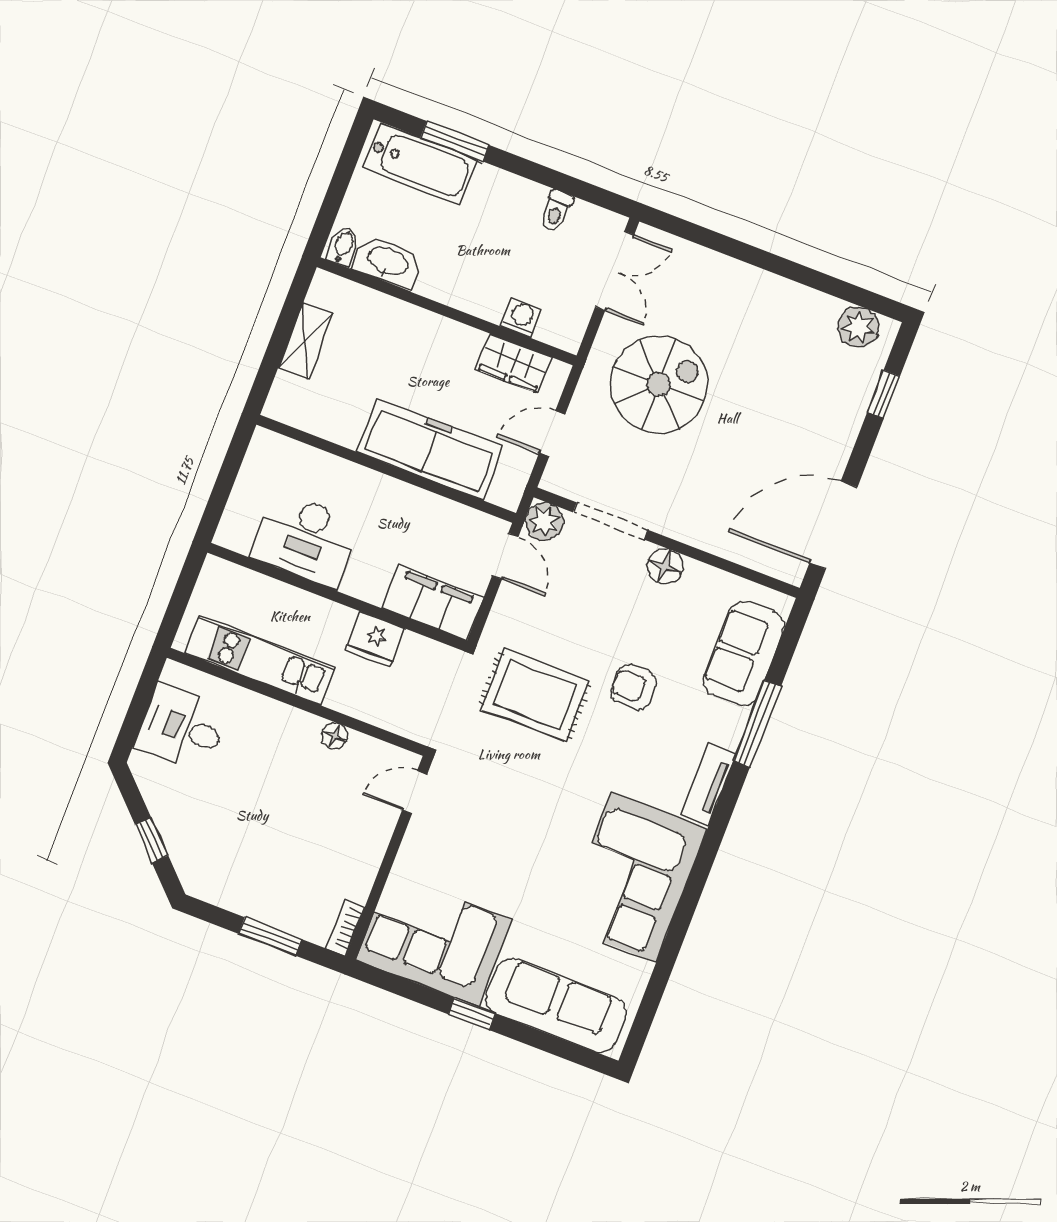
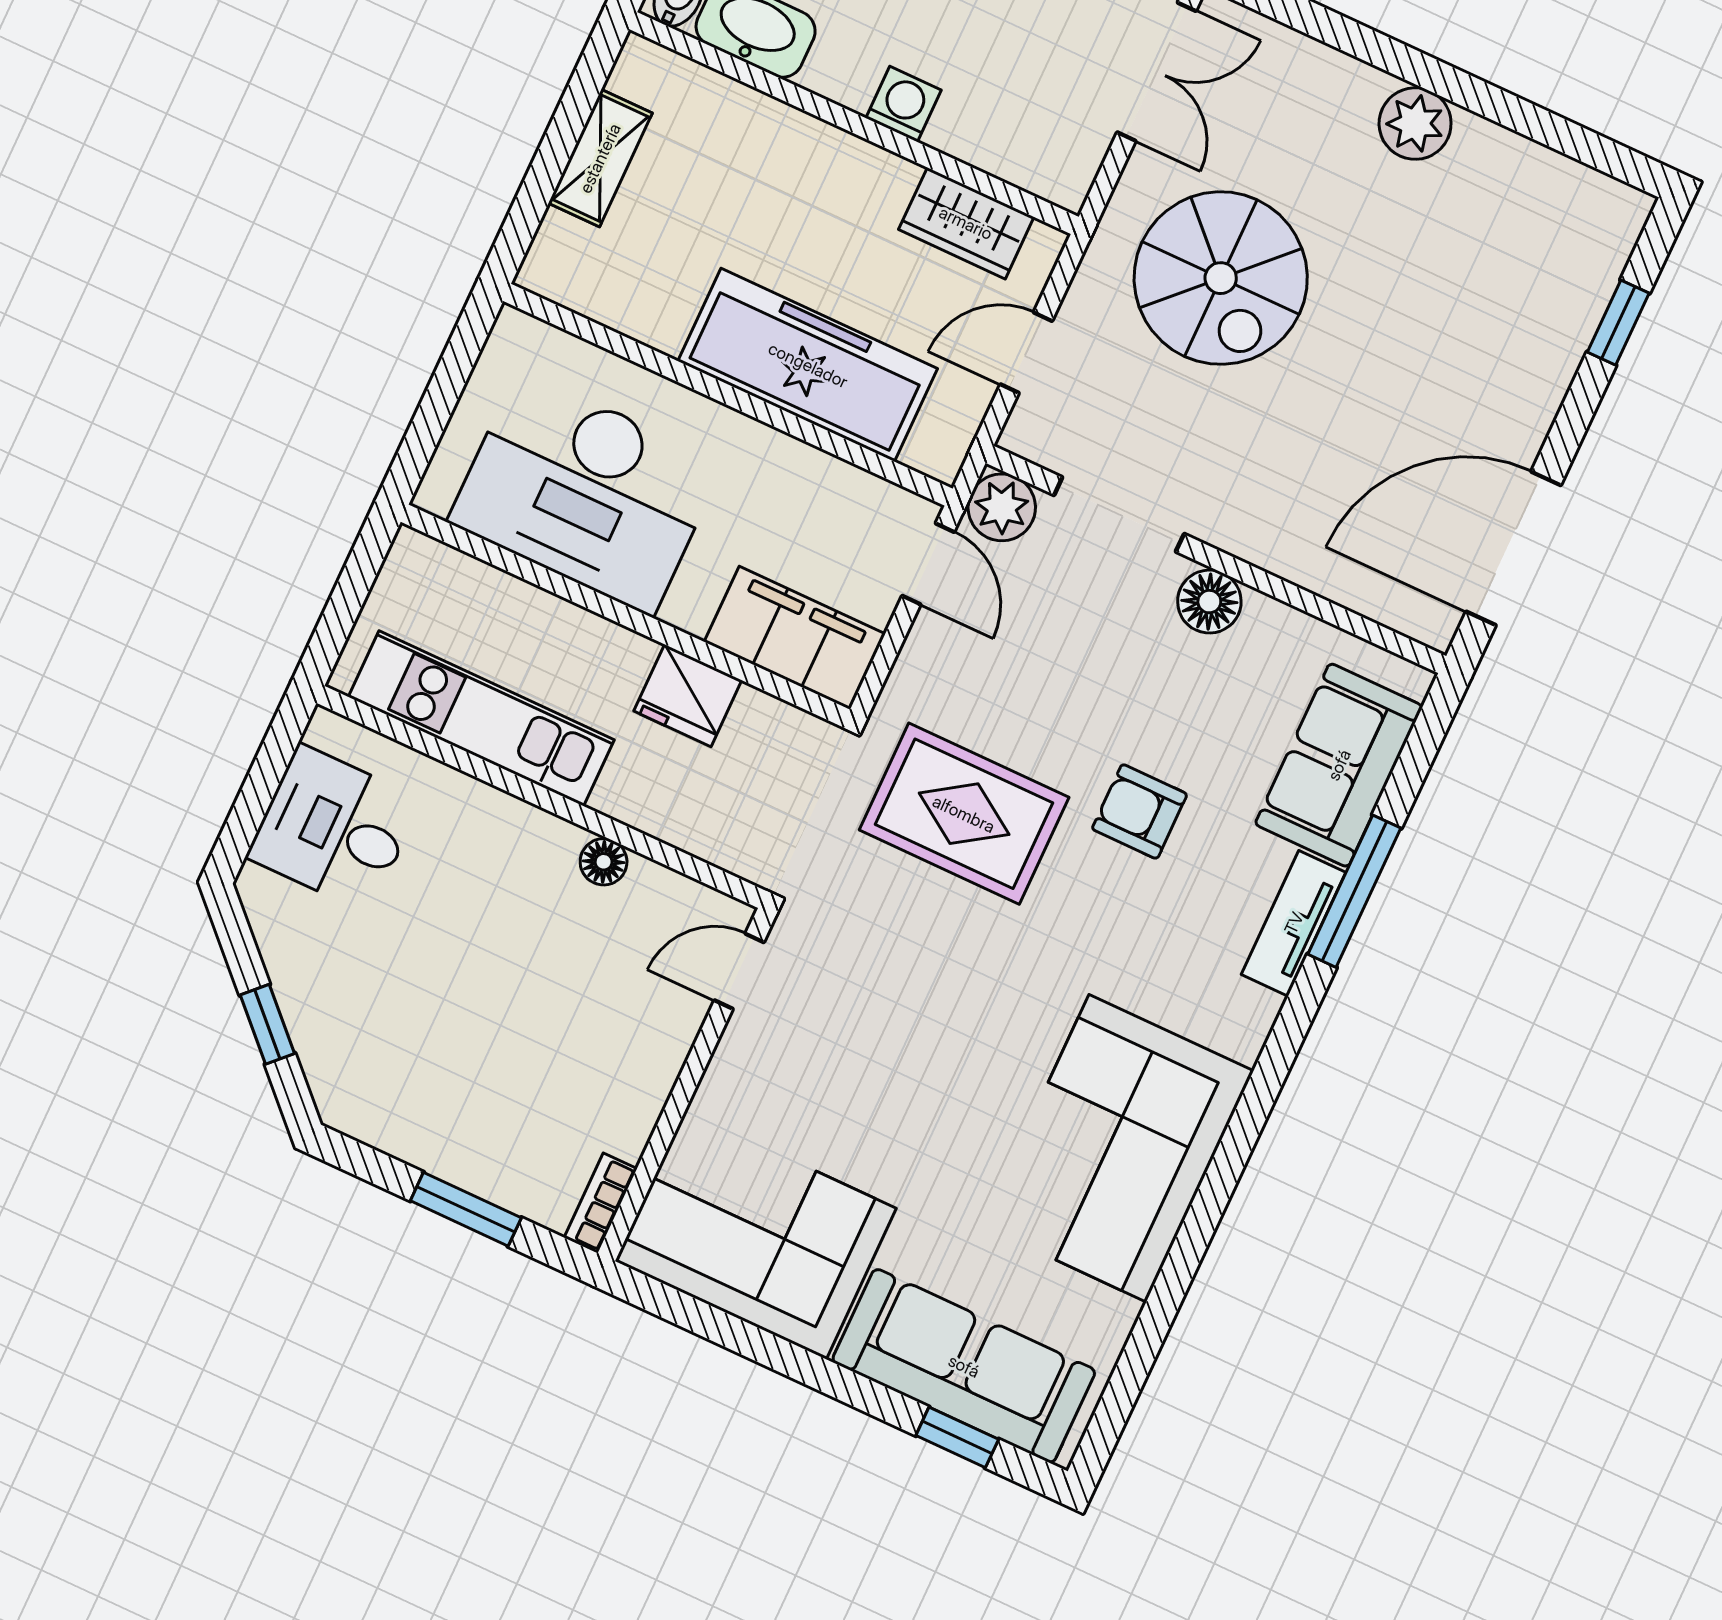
washing machine: (522, 317) -> (903, 104), moved
plant: (858, 327) -> (1415, 124), moved
spiral stairs: (659, 384) -> (1221, 278), turned 90
desk: (306, 540) -> (586, 492), width x1.36, depth x1.30
tv unit: (709, 785) -> (1294, 923), moved
window: (472, 1014) -> (957, 1437), moved

